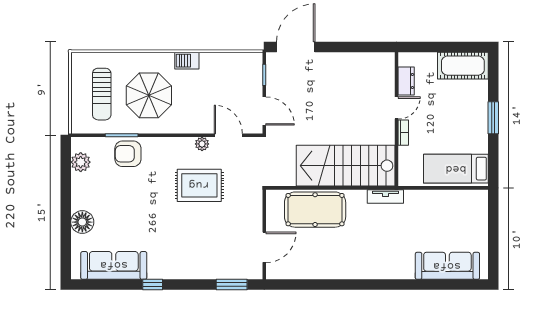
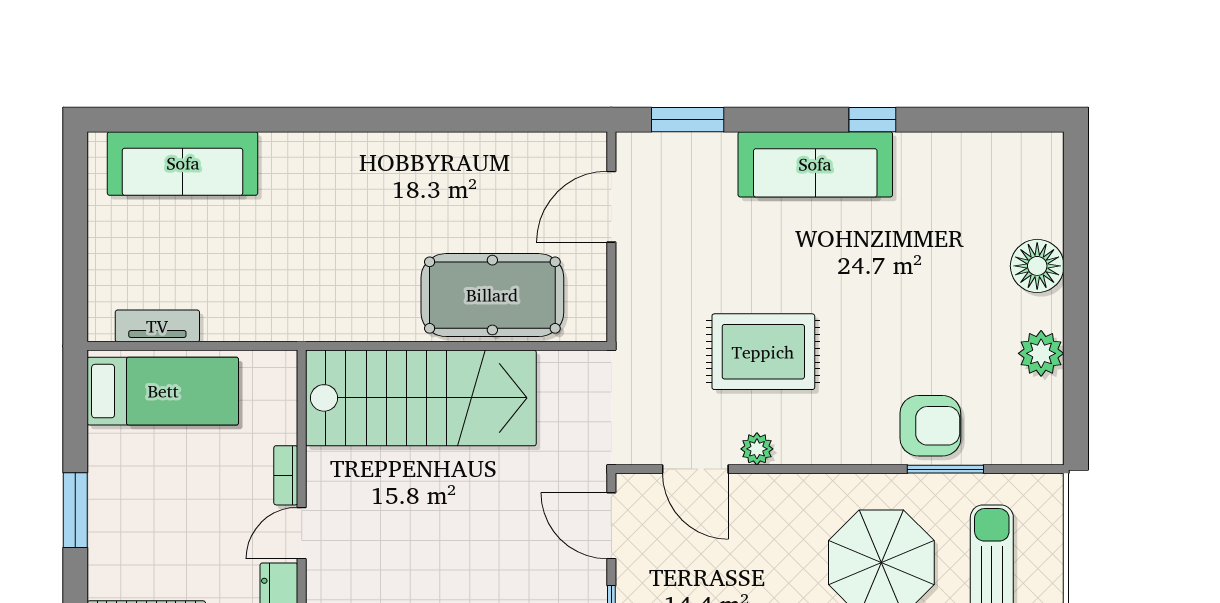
plant: (81, 162) -> (1041, 353), moved
tv unit: (385, 196) -> (157, 326), moved
sofa: (114, 265) -> (815, 164), moved

